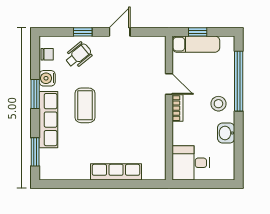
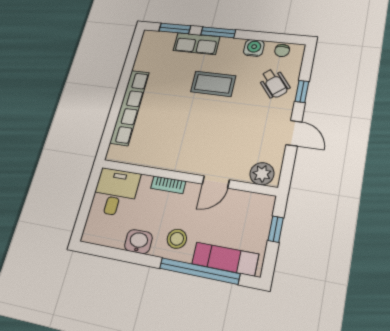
exam couch: (196, 44) -> (225, 259), moved, turned 90
plant: (157, 50) -> (262, 174), added
window: (35, 94) -> (218, 32), moved
bookcase: (178, 108) -> (168, 185), moved
row of seats: (48, 120) -> (196, 44), width x0.68
row of seats: (116, 172) -> (130, 107), width x1.36

